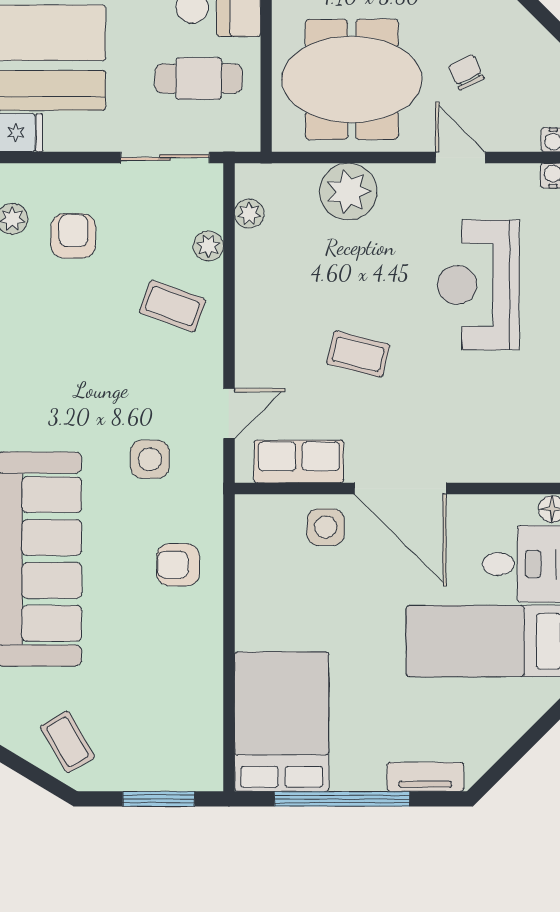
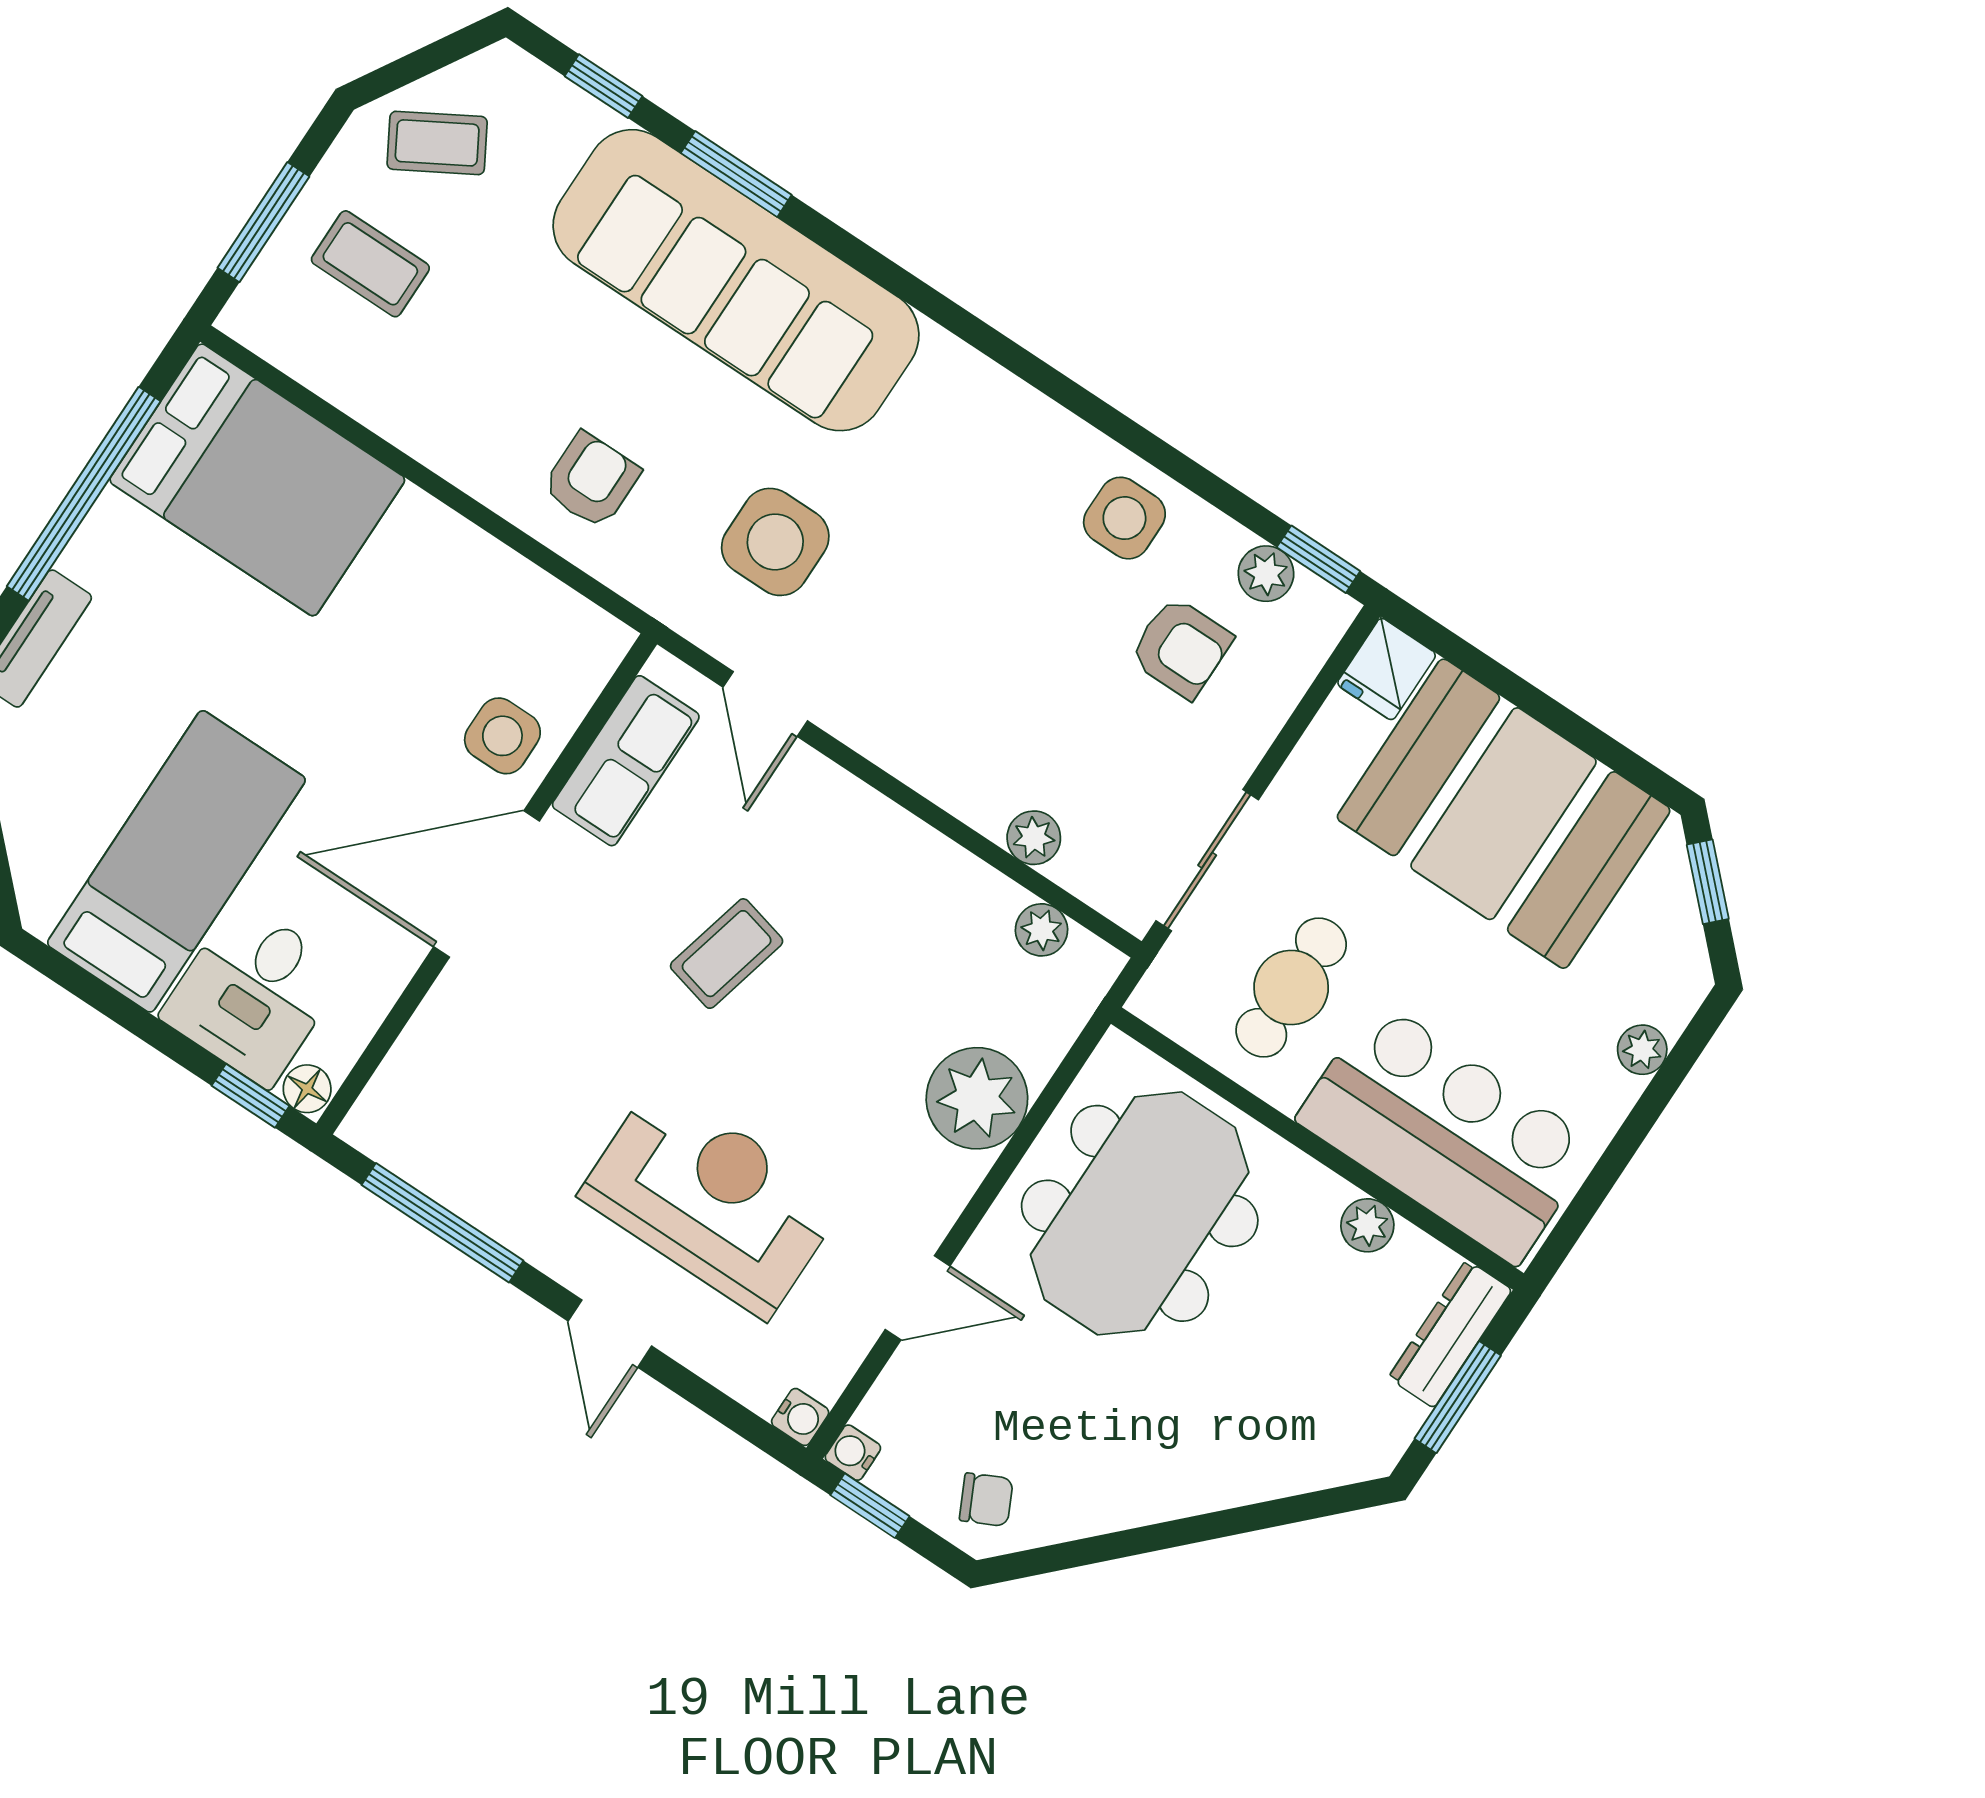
chair: (466, 72) -> (986, 1500), moved
side table: (30, 303) -> (1124, 518), added
coffee table: (173, 306) -> (370, 264), moved, turned 70
side table: (150, 459) -> (775, 542), width x1.37, depth x1.37

